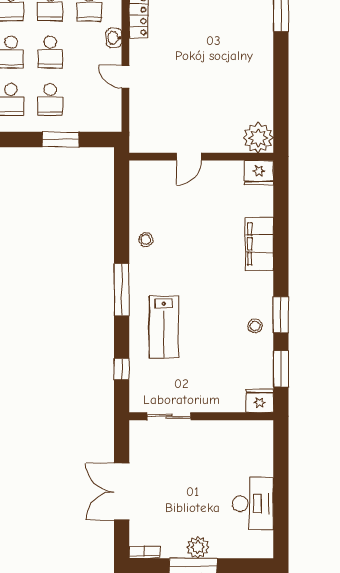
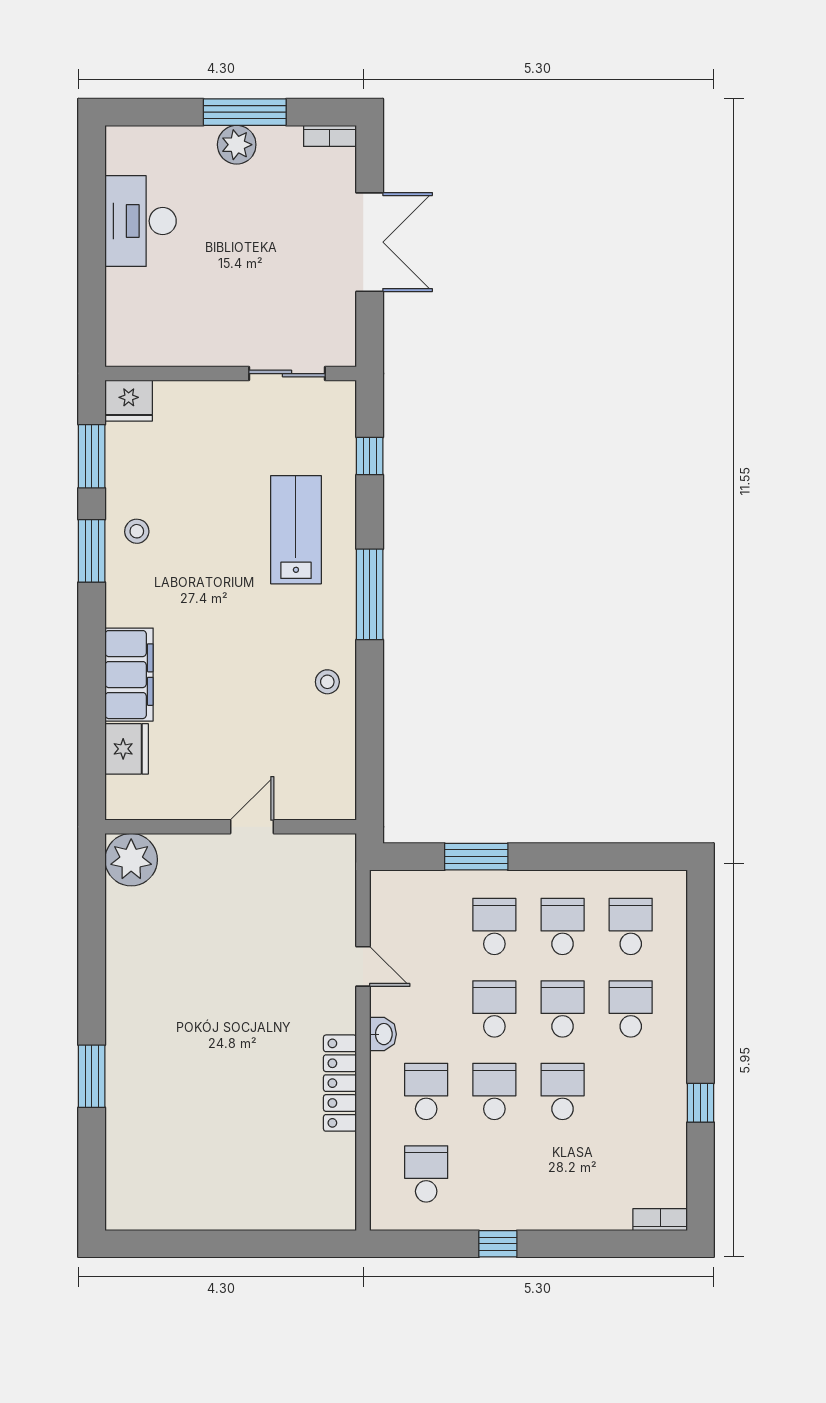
fridge: (259, 173) -> (127, 749), moved, turned 90

